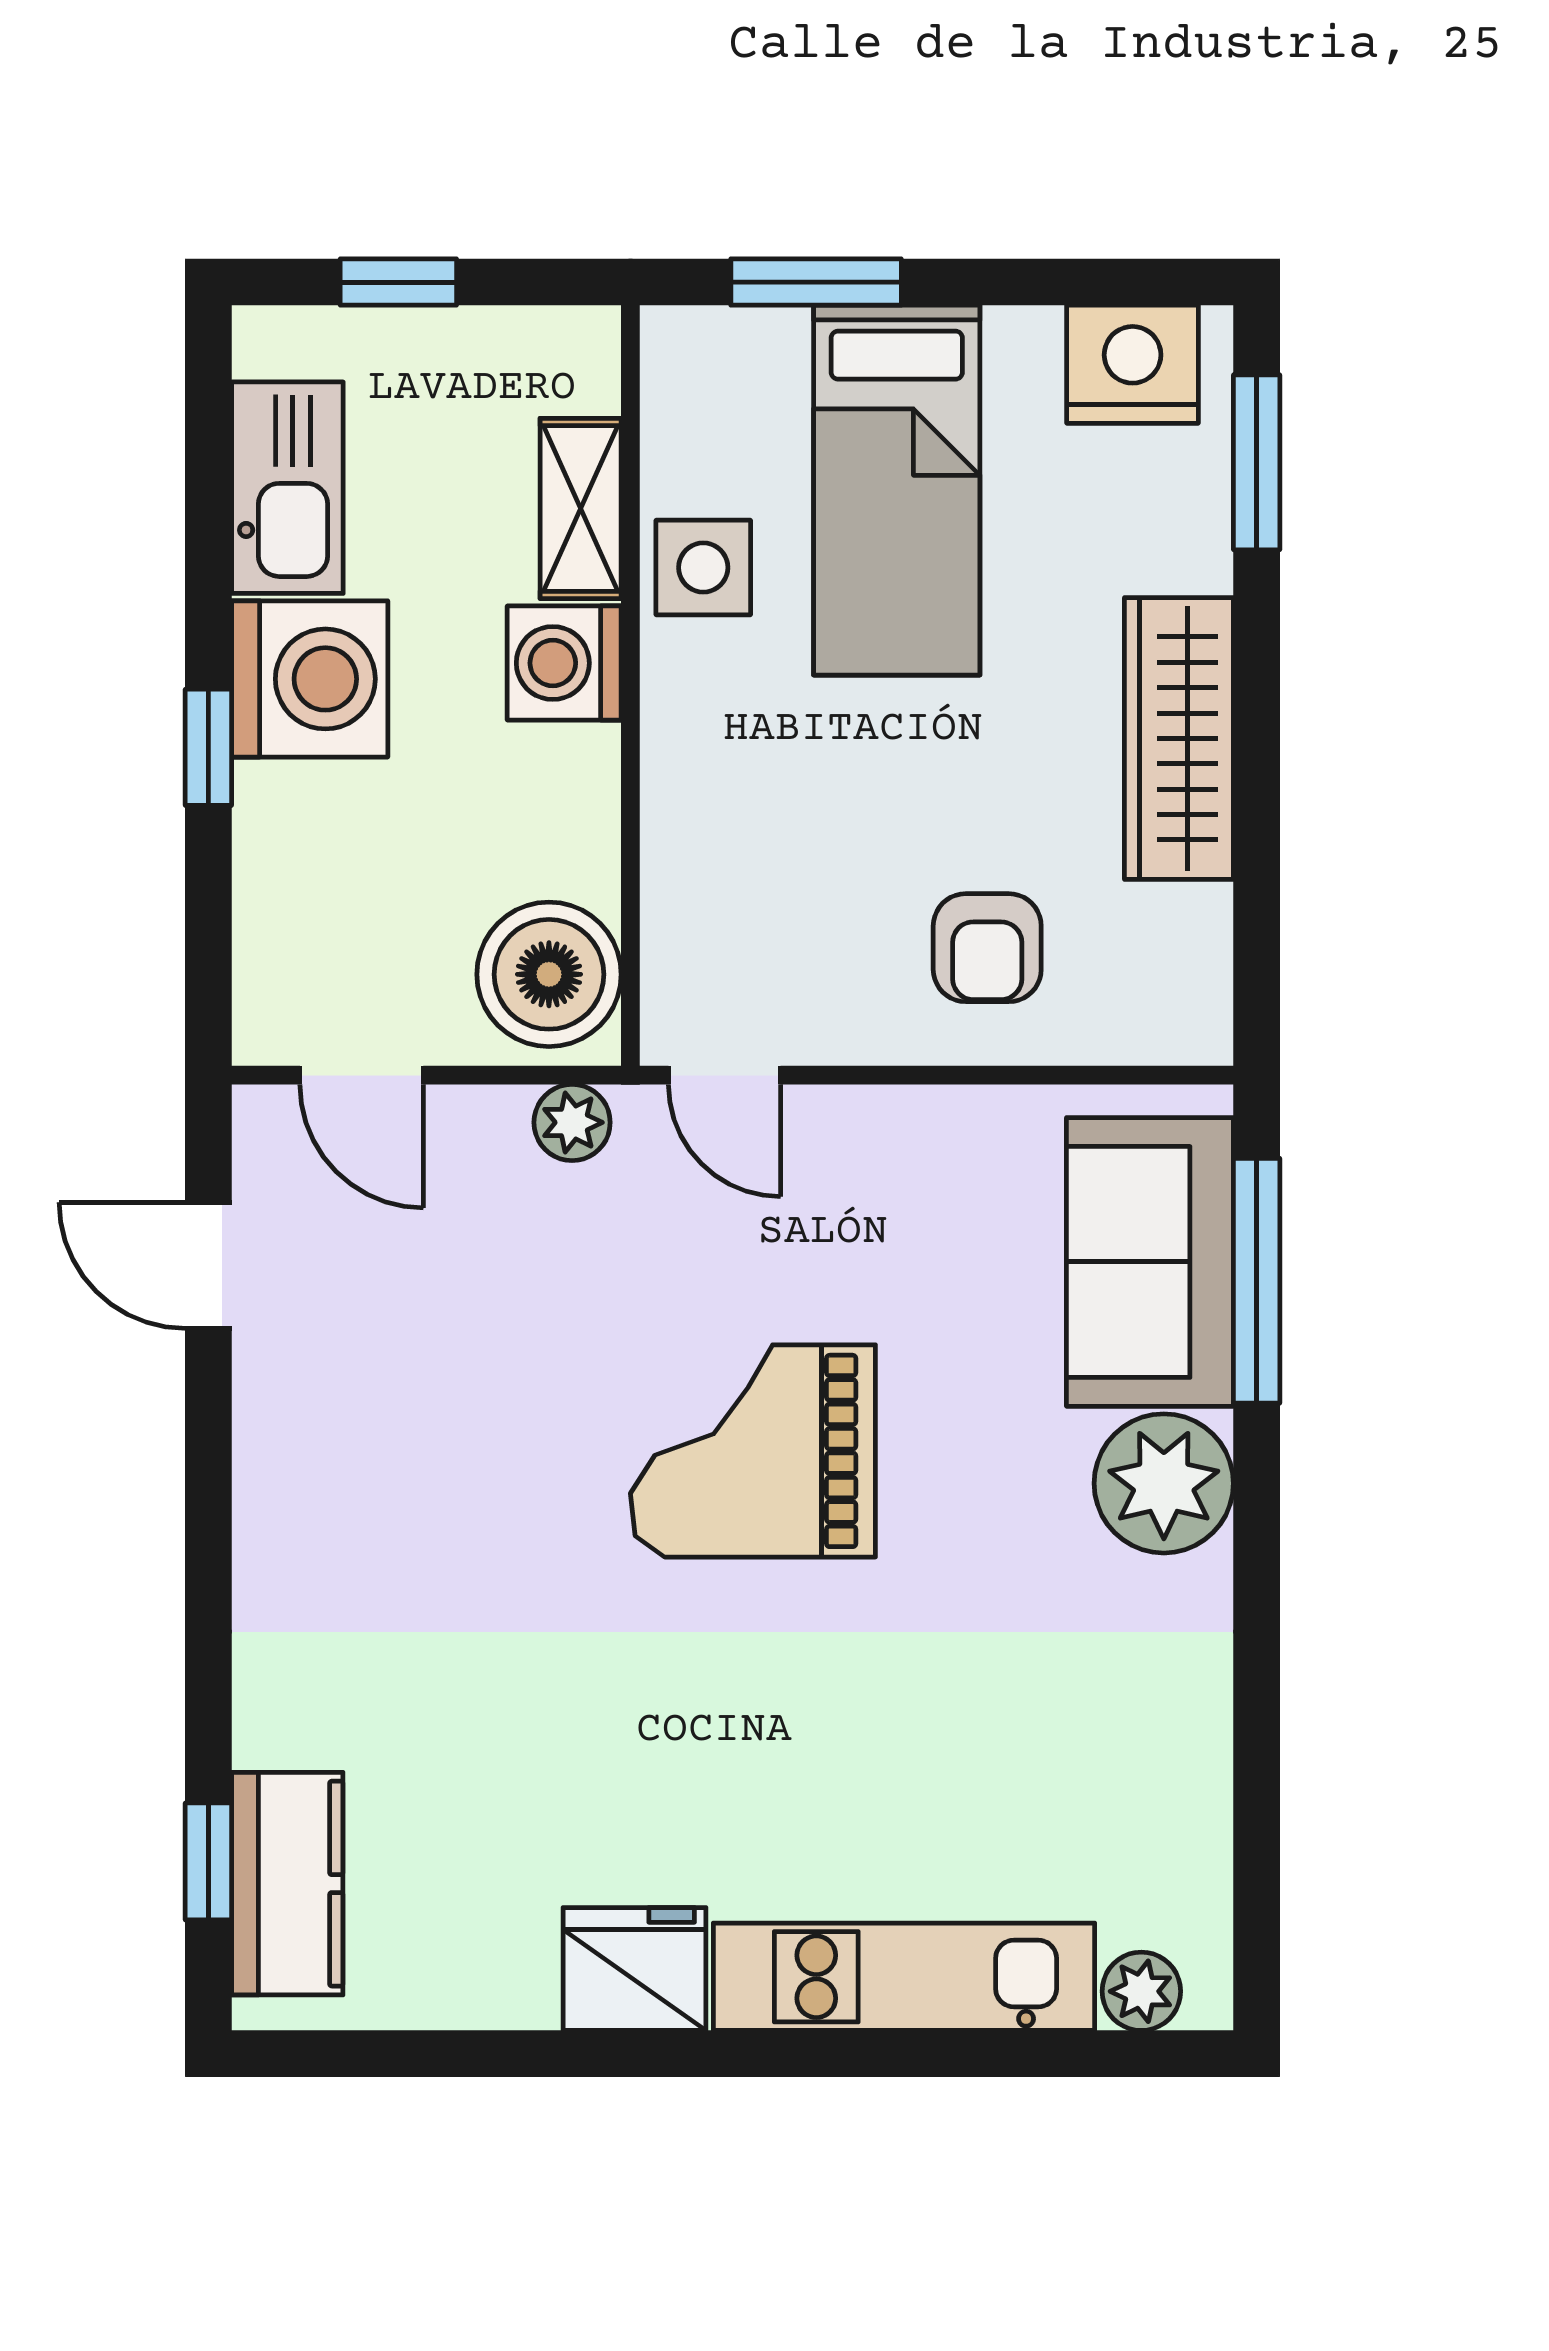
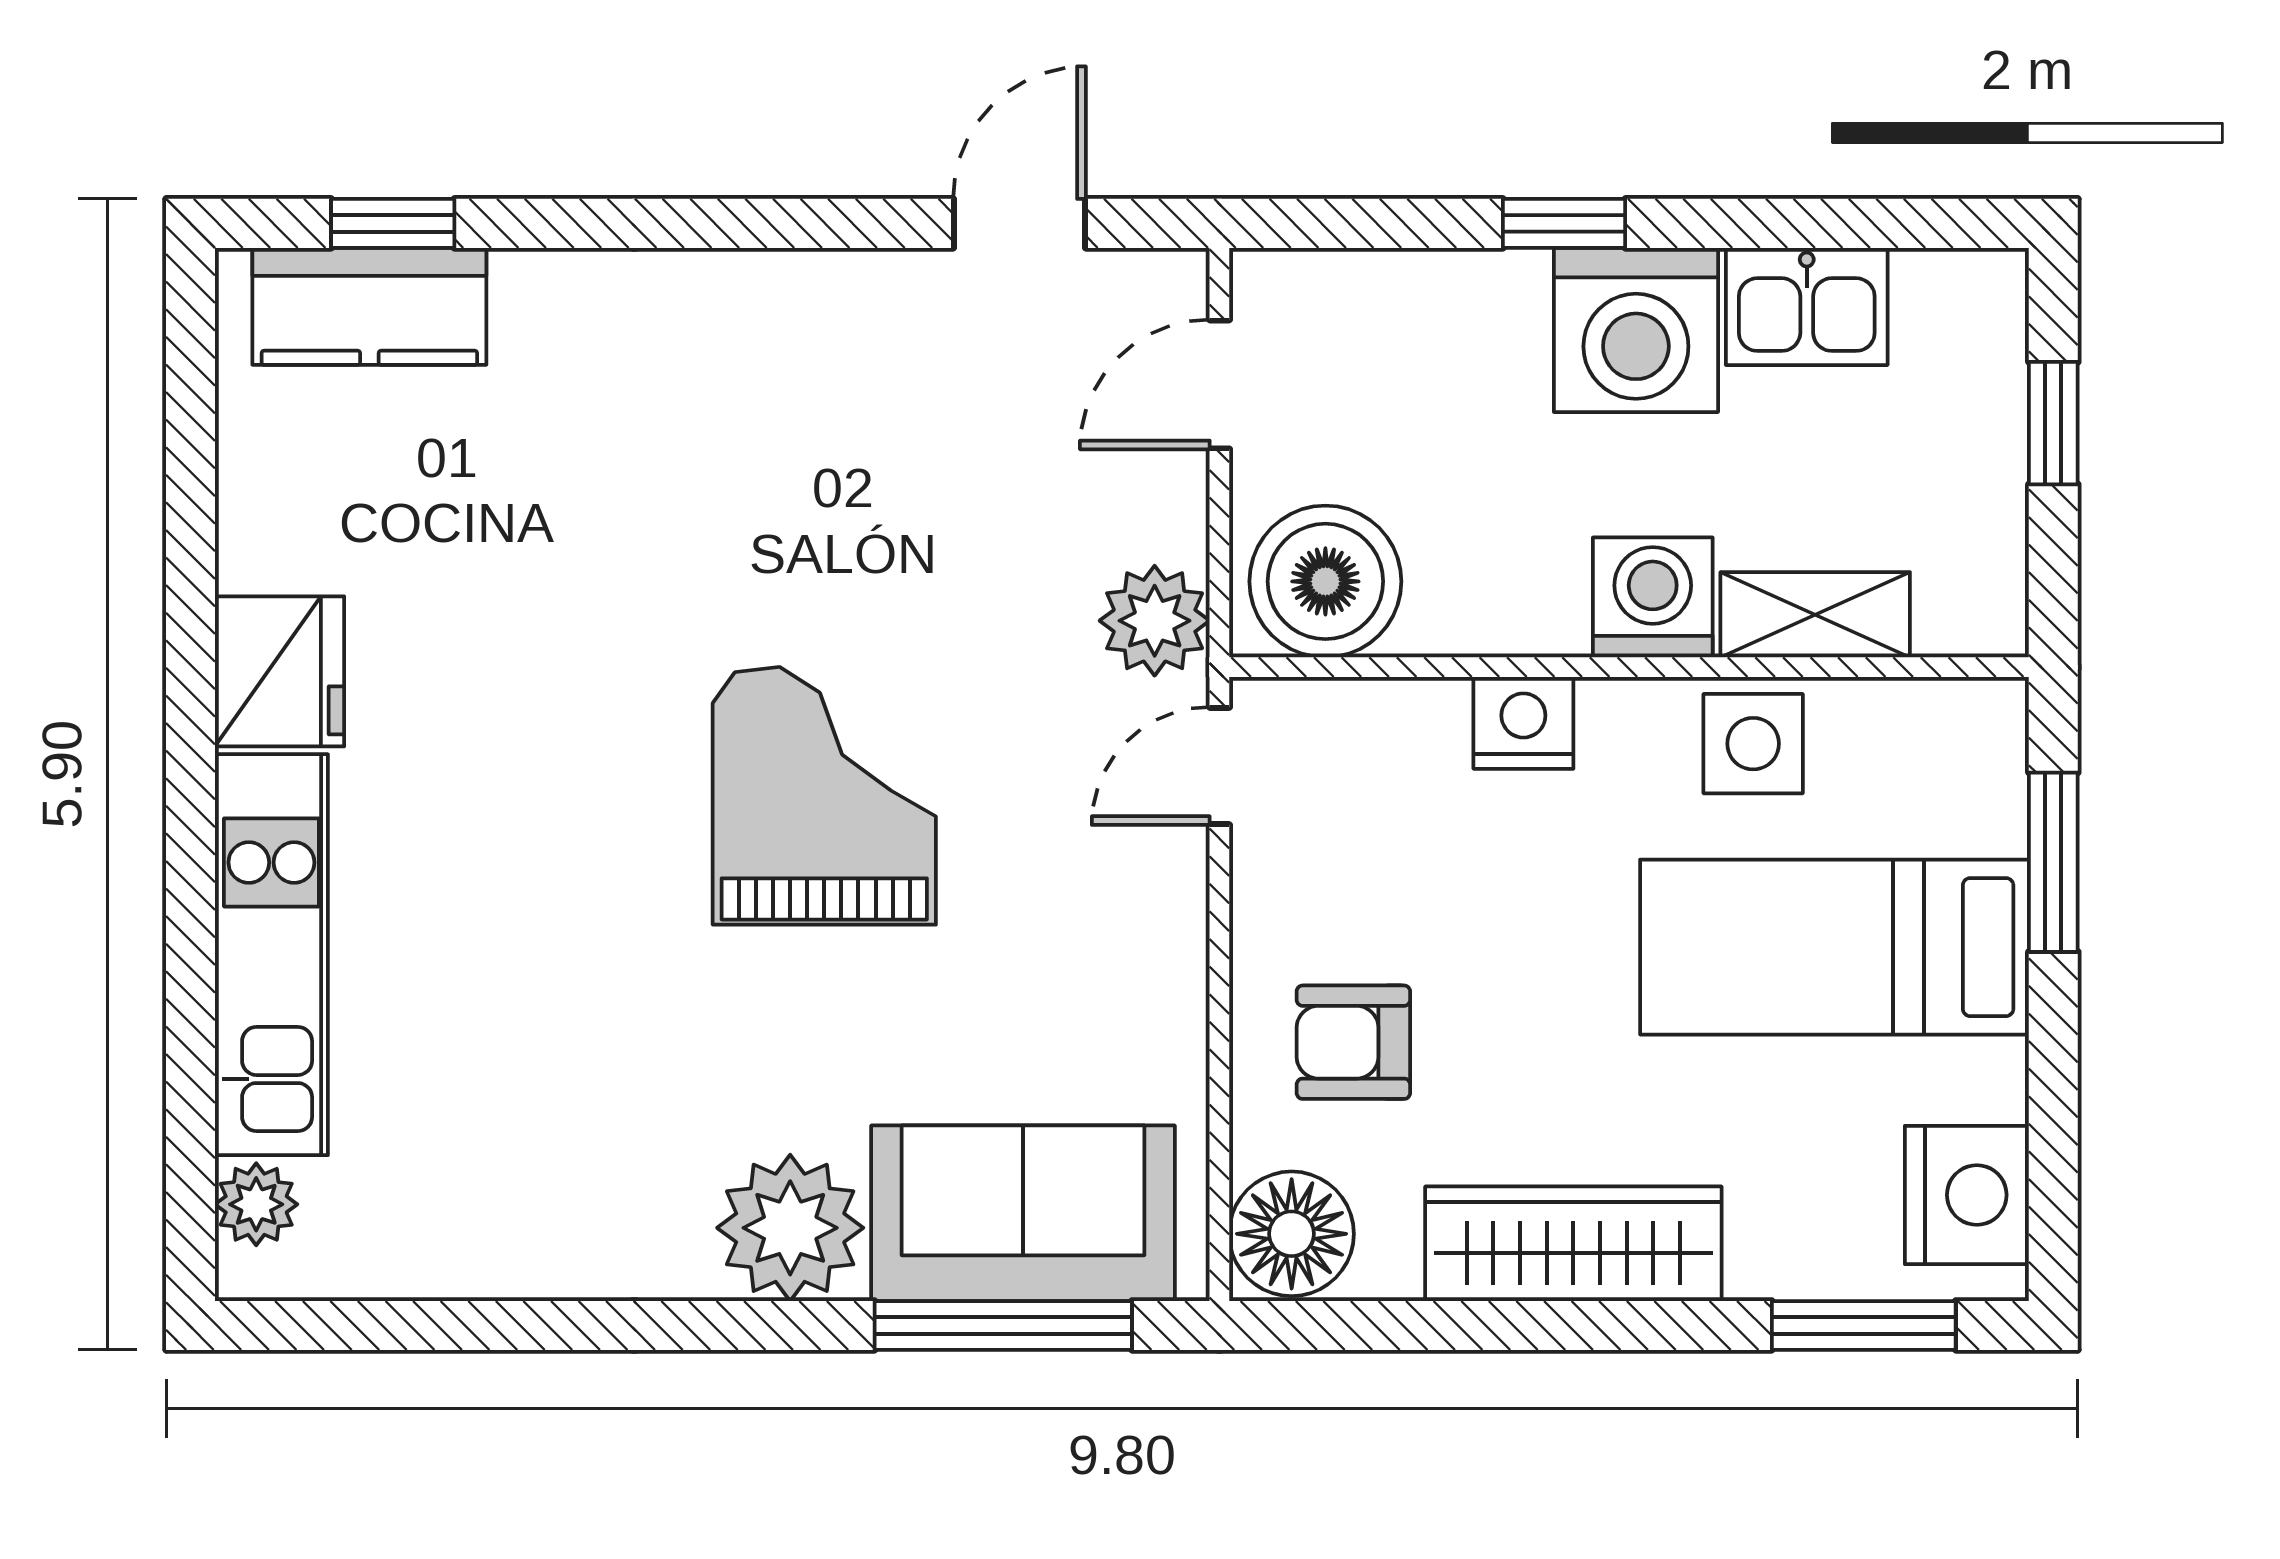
kitchen sink: (287, 488) -> (1807, 306), width x0.73
nightstand: (683, 786) -> (1523, 723), added
floor lamp: (1169, 1007) -> (1292, 1234), added
plant: (572, 1122) -> (1155, 621), width x1.38, depth x1.38

